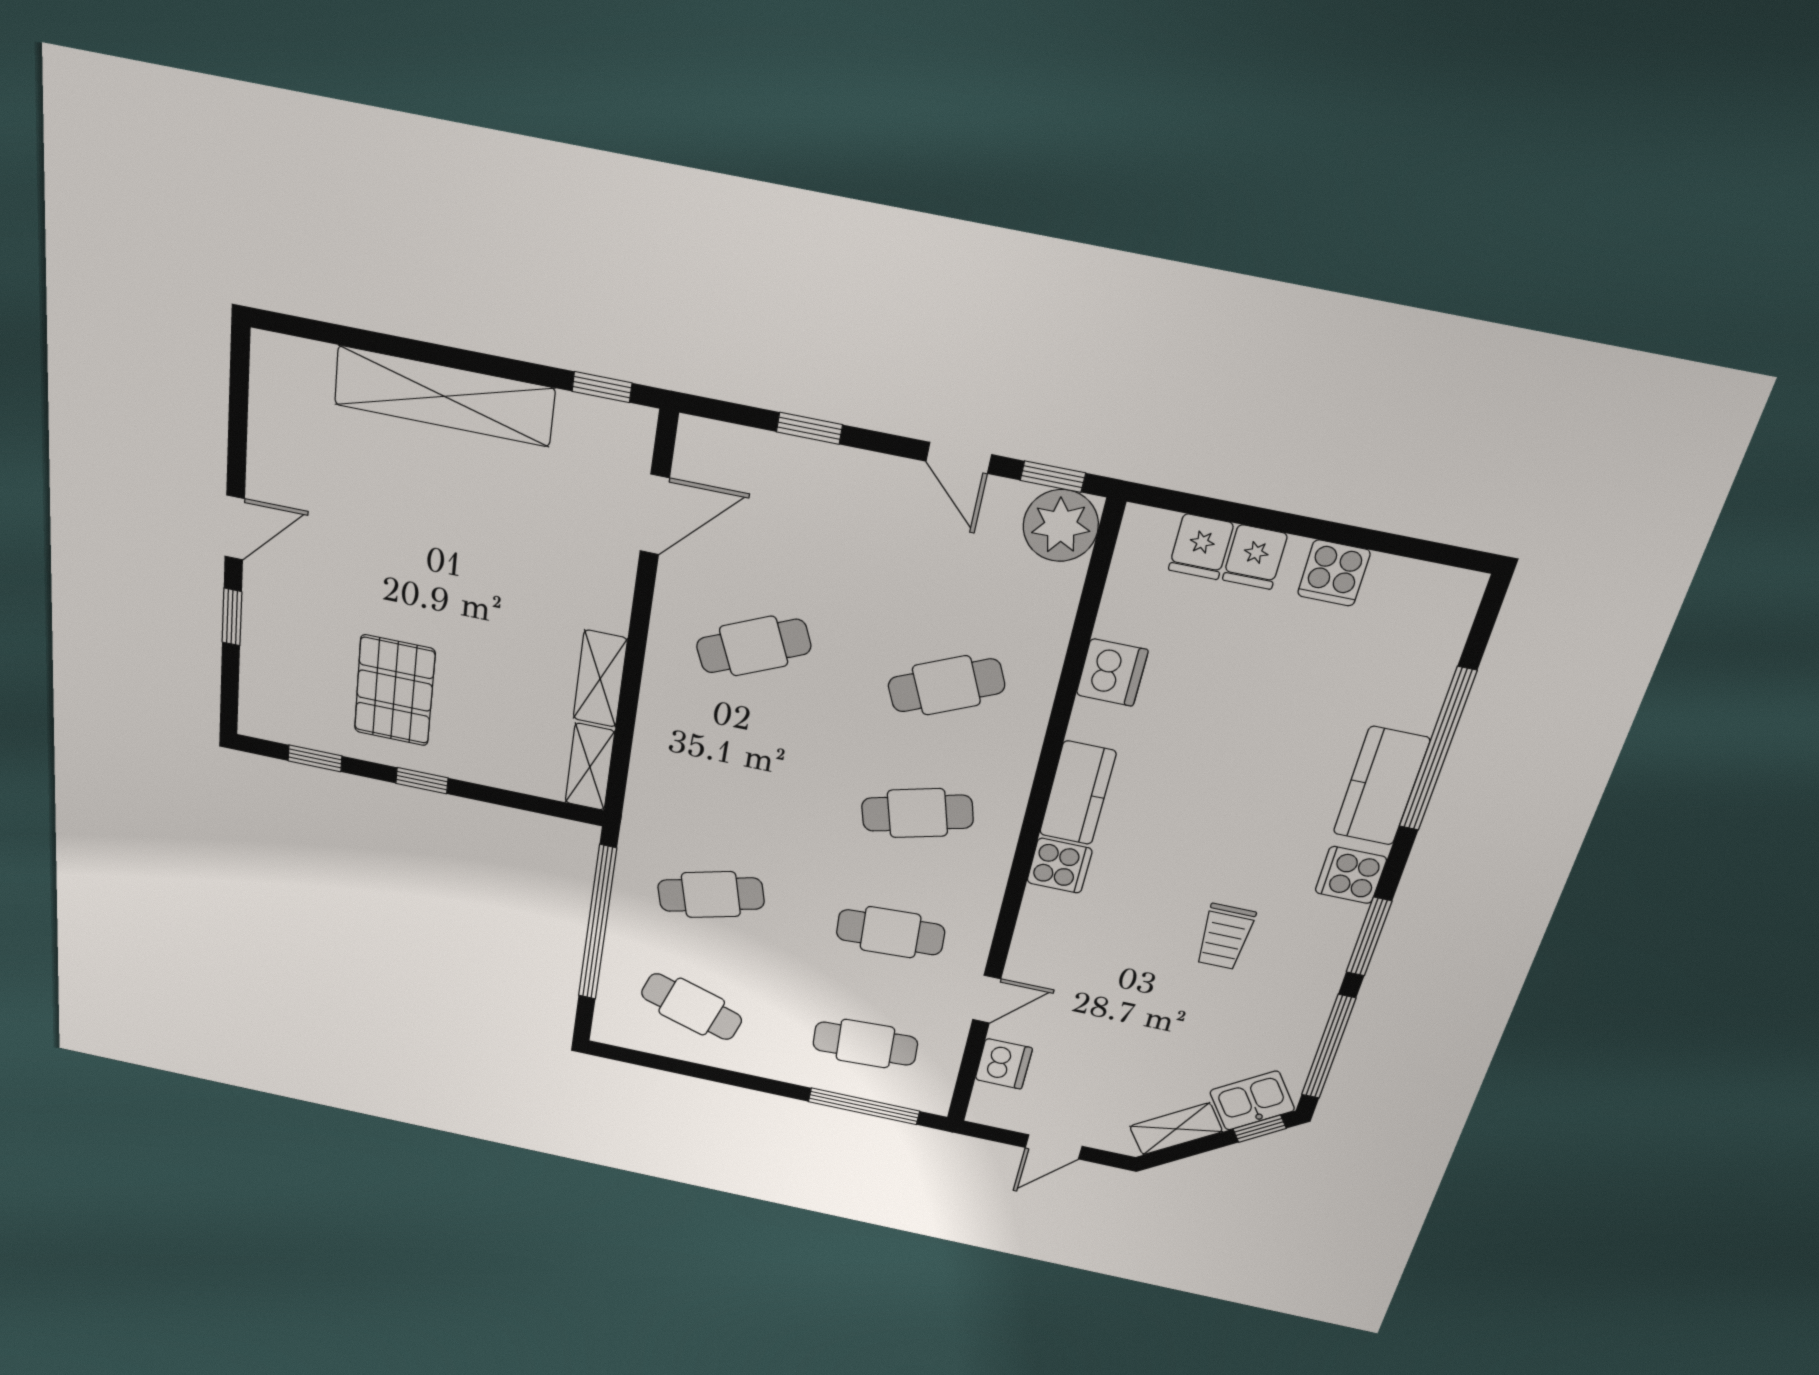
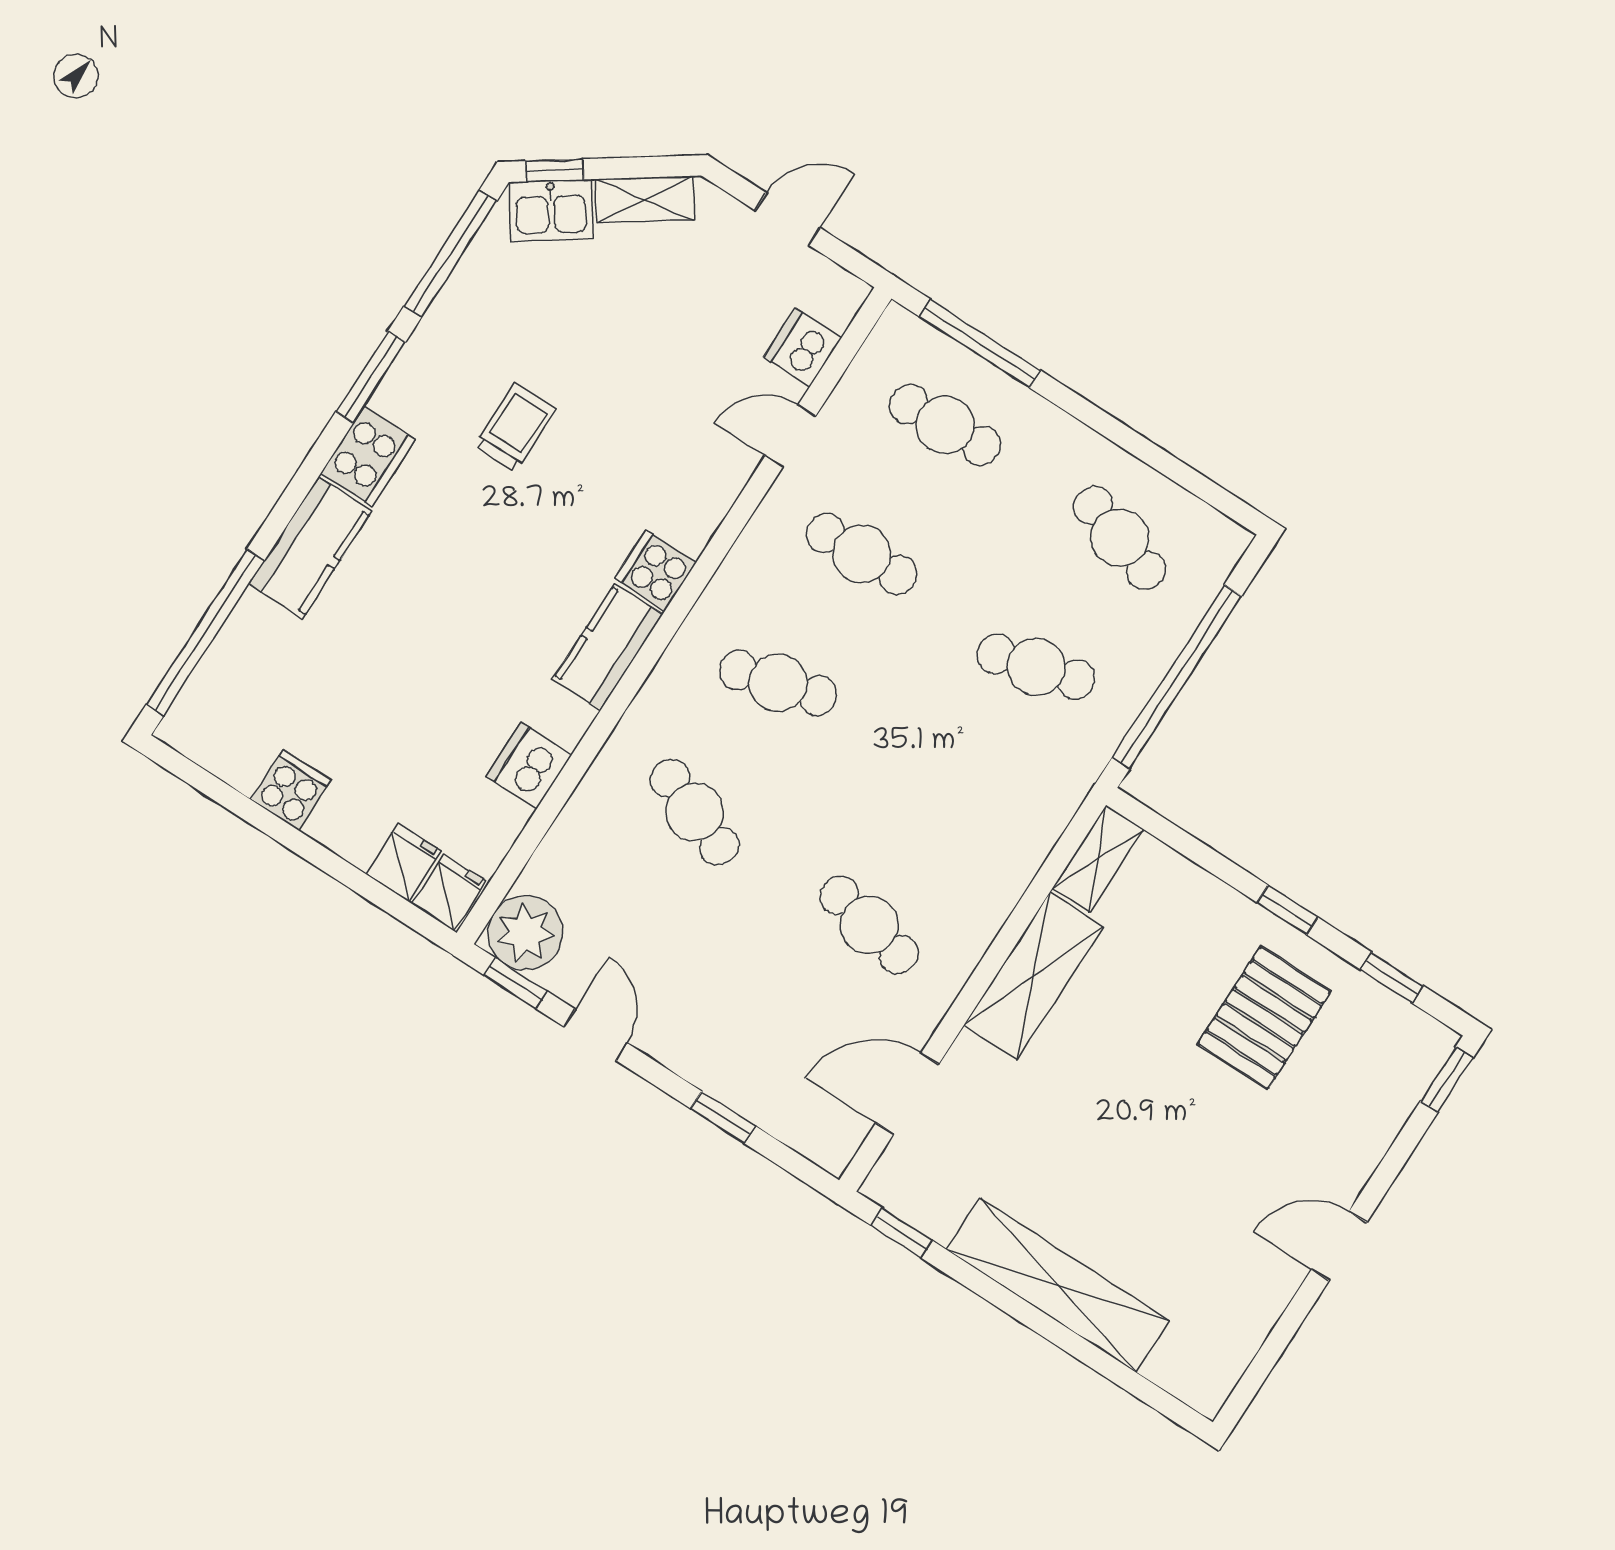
fridge: (1255, 557) -> (449, 892), moved
window: (232, 617) -> (1447, 1079), moved
cafe table: (754, 646) -> (869, 925), turned 36
shelving: (600, 679) -> (1033, 976), width x1.50, depth x1.33
cafe table: (946, 685) -> (695, 812), turned 45
window: (1437, 750) -> (205, 632), moved
cooker: (1351, 875) -> (368, 456), width x1.36

